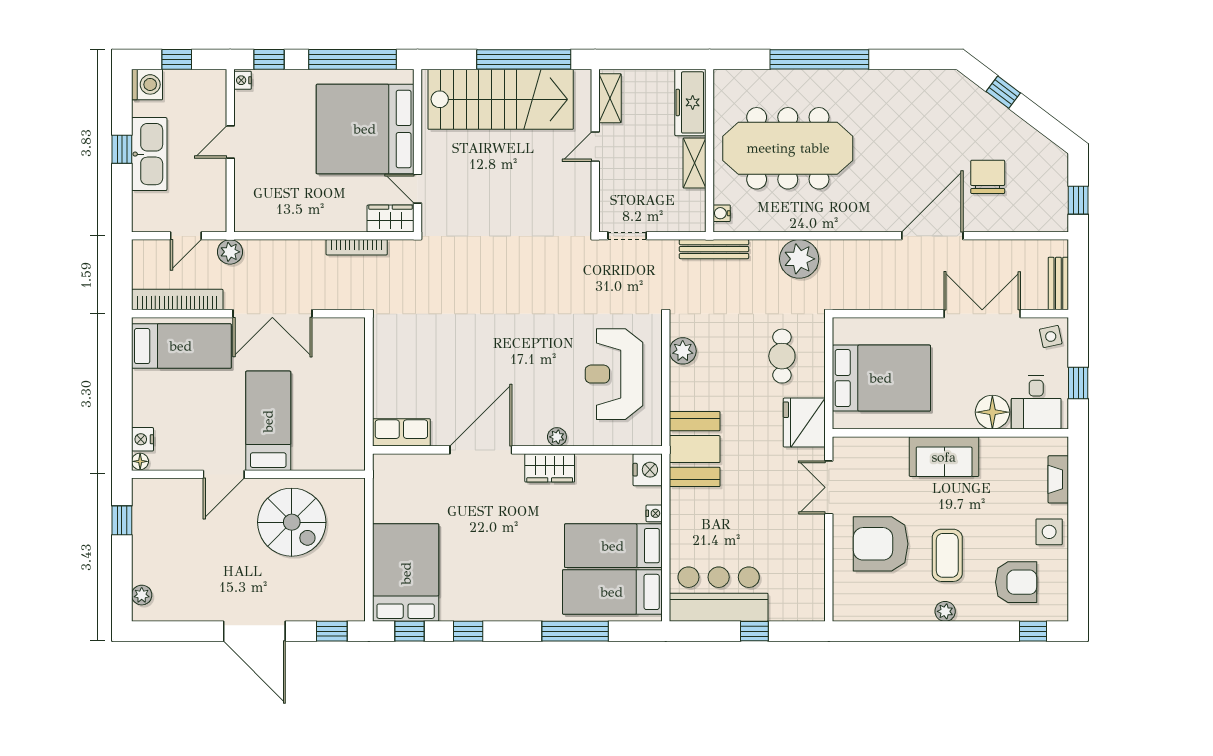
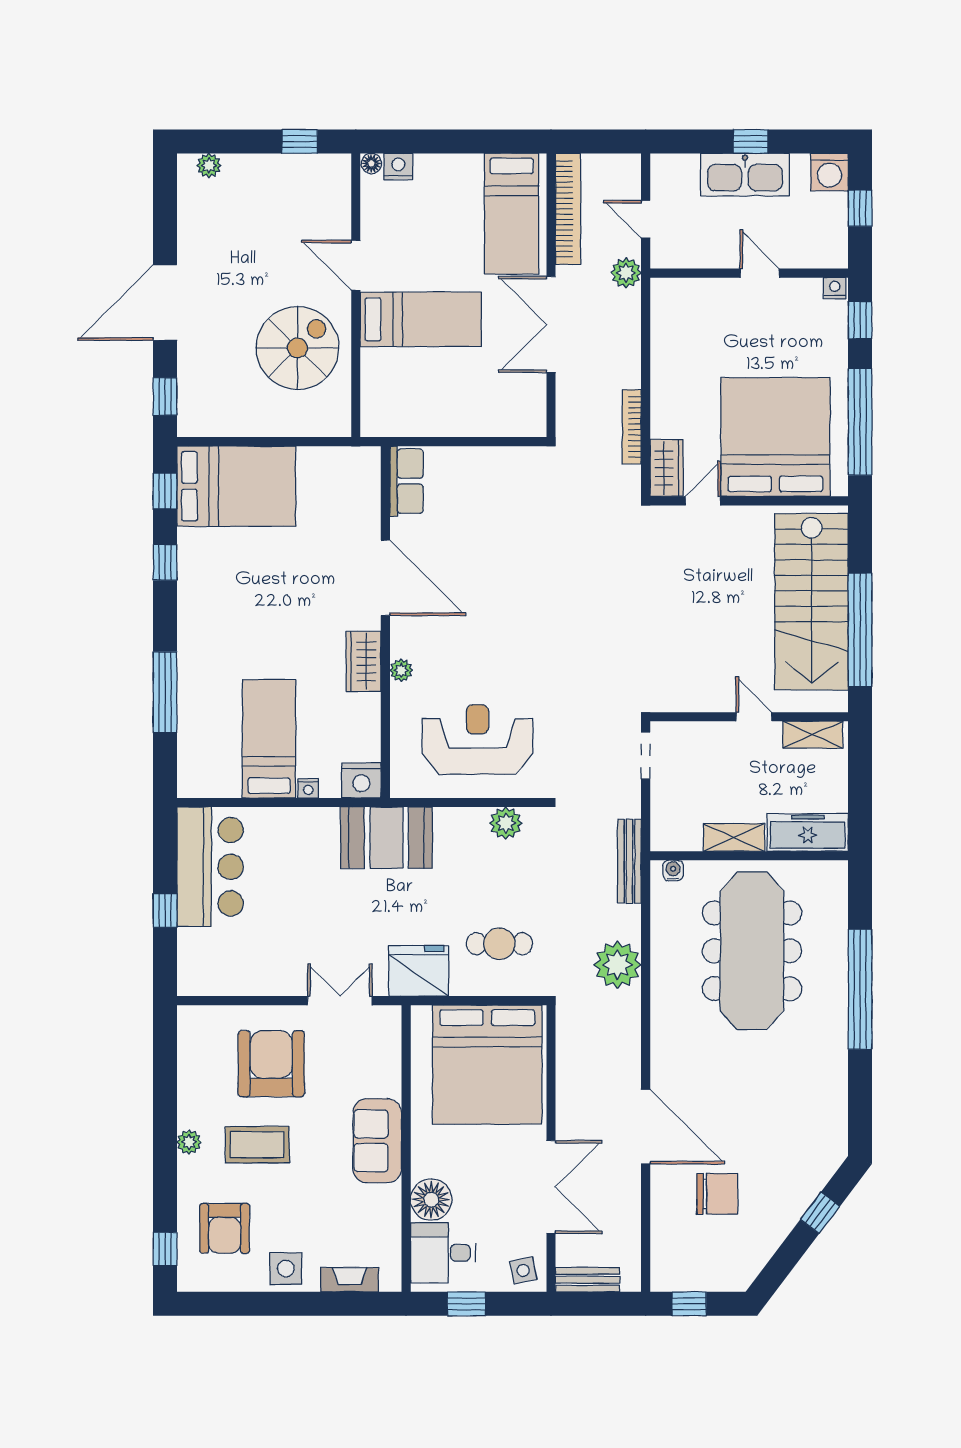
bed: (881, 378) -> (487, 1065), width x1.36
spiral stairs: (292, 522) -> (298, 348), turned 180
bed: (612, 592) -> (213, 738), removed

